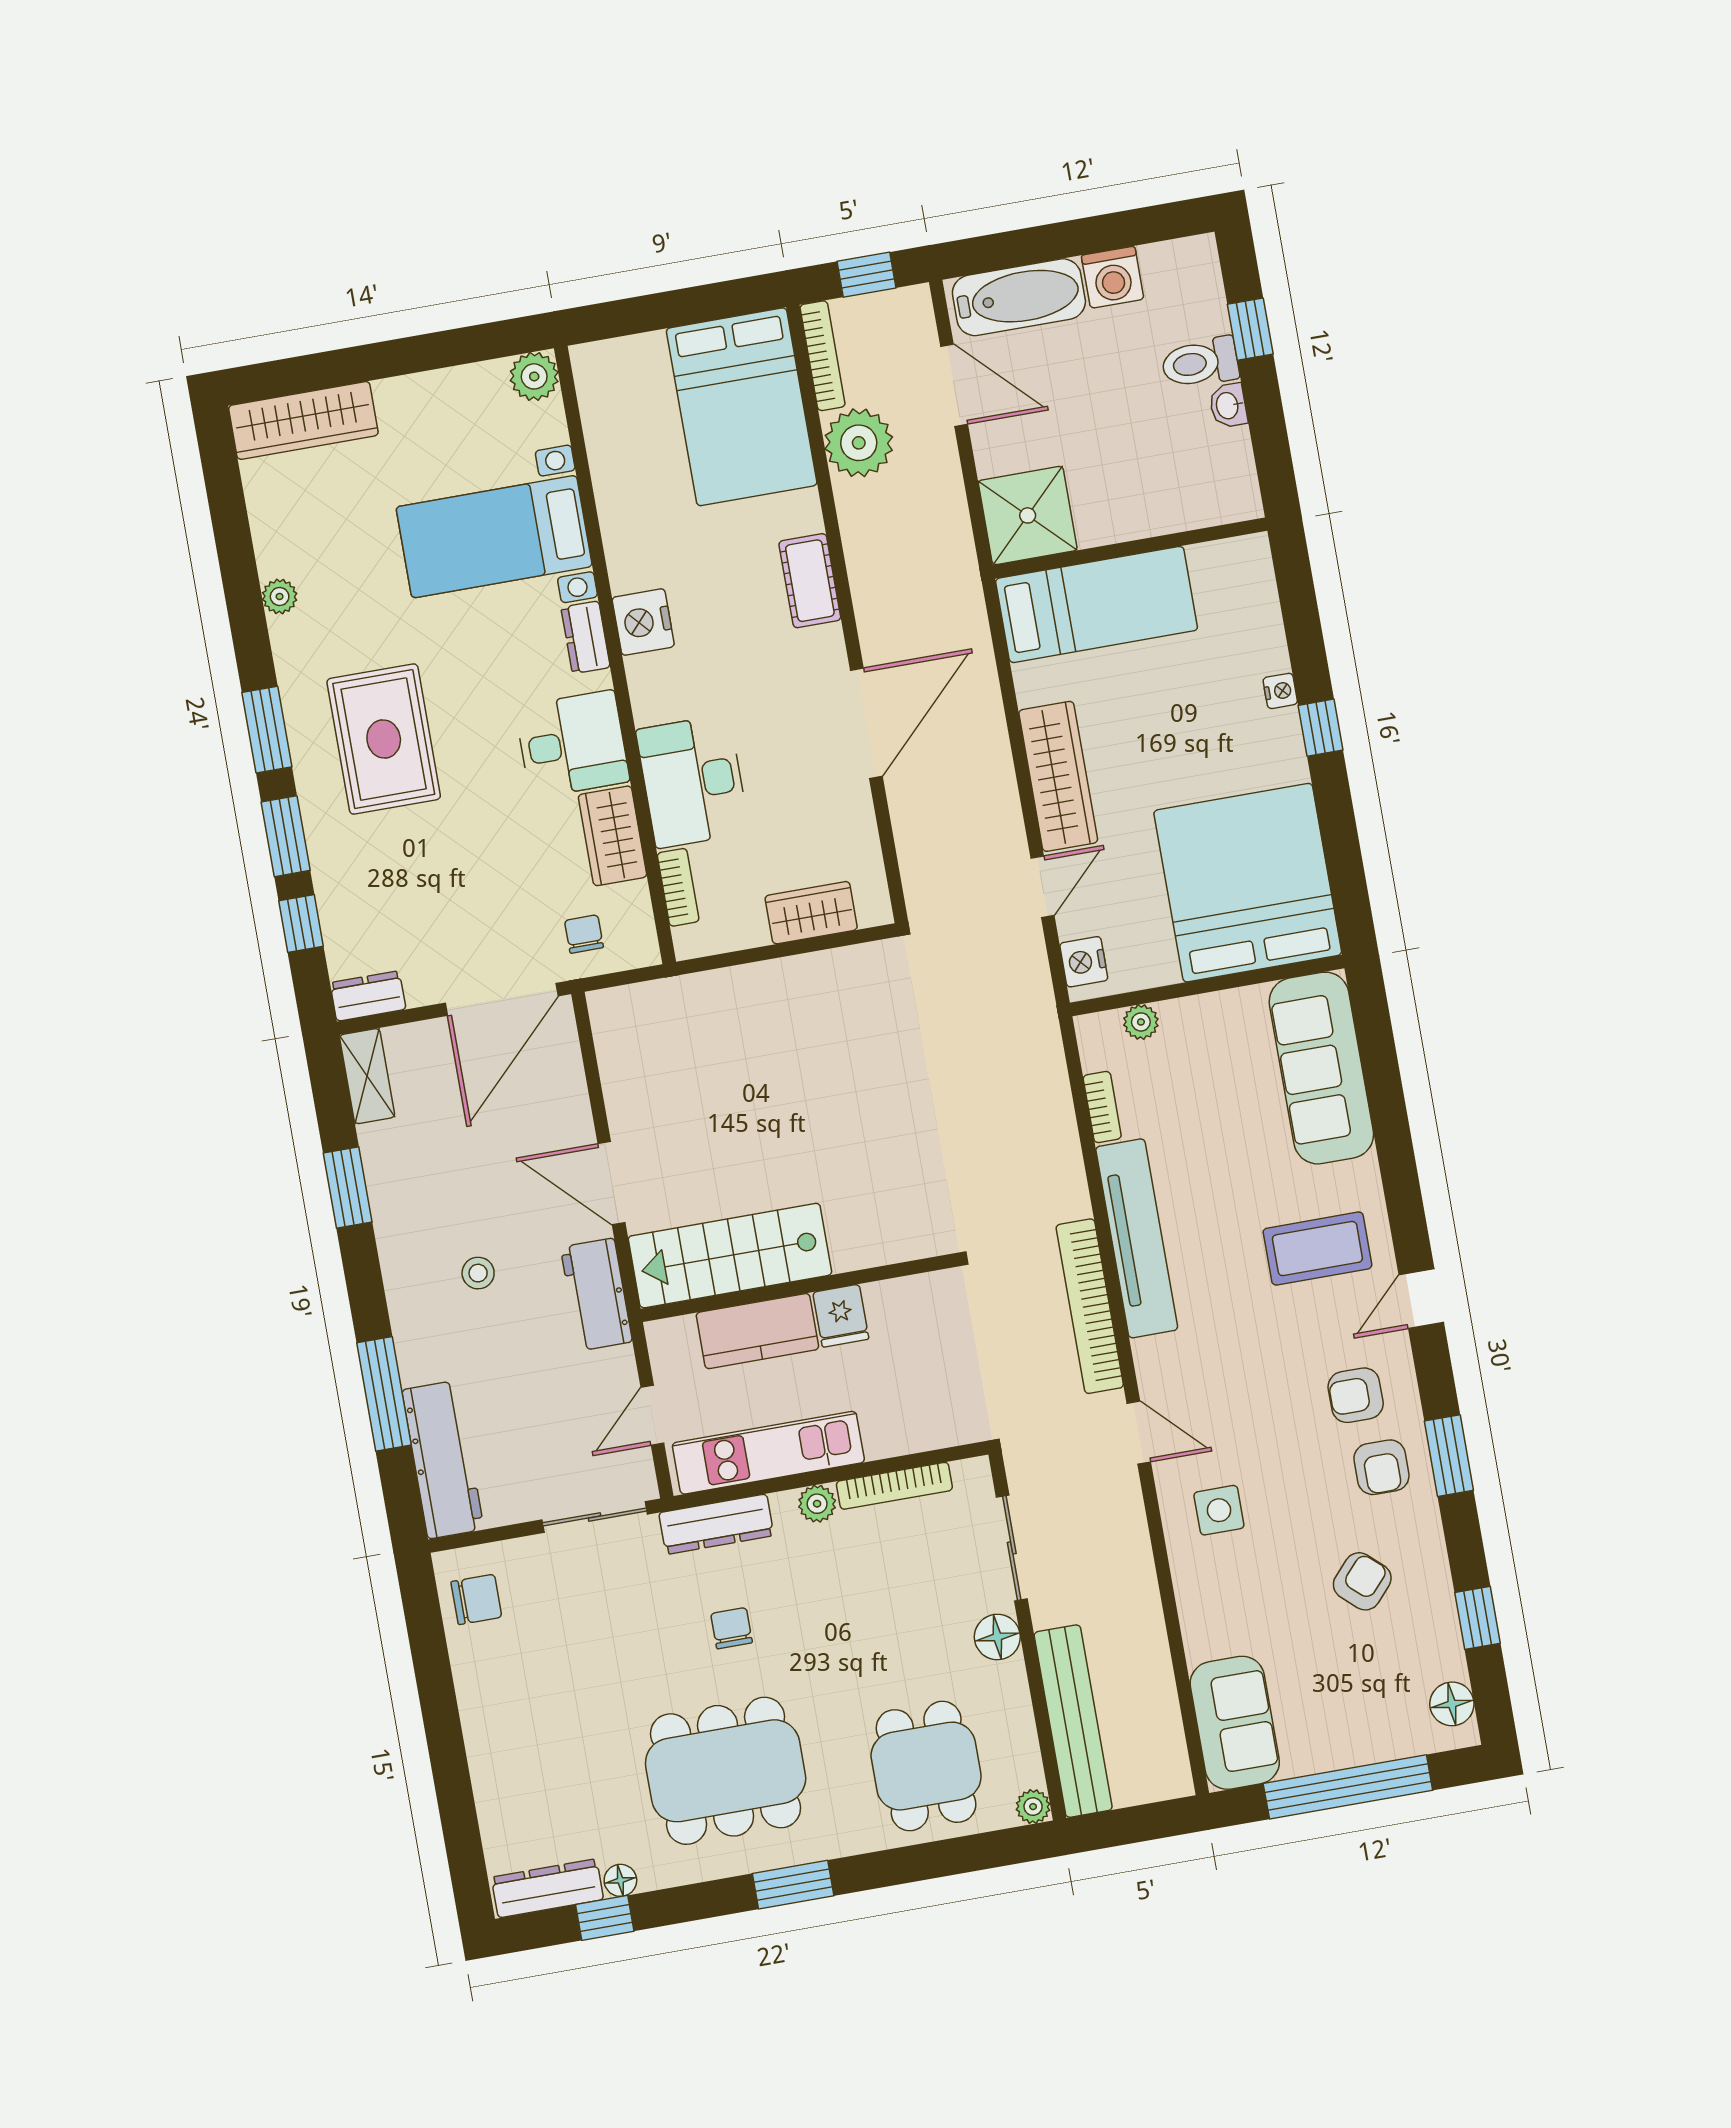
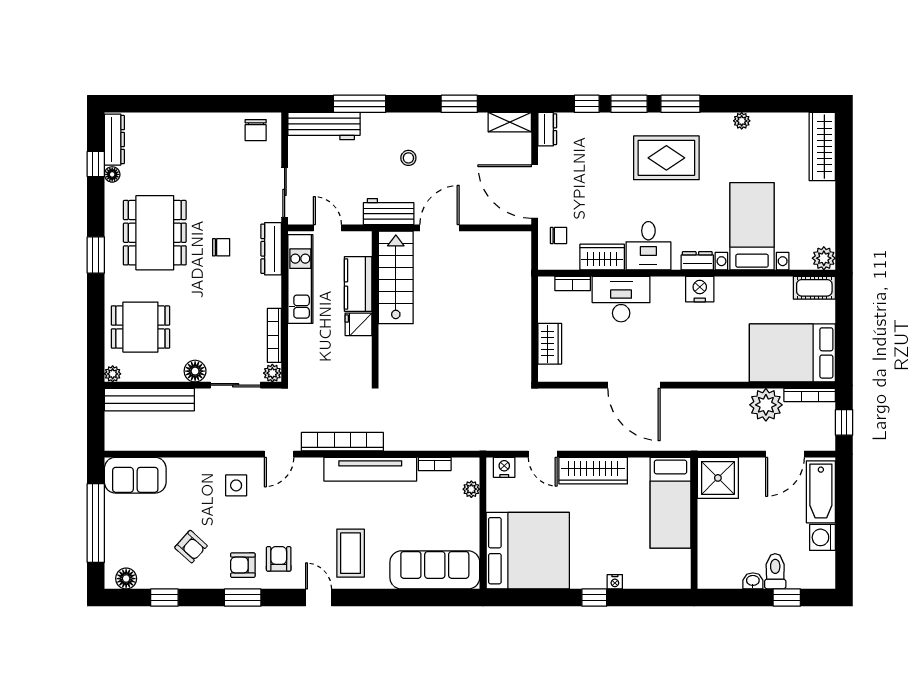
cot: (810, 581) -> (814, 288), moved
plant: (817, 1504) -> (272, 373), moved

